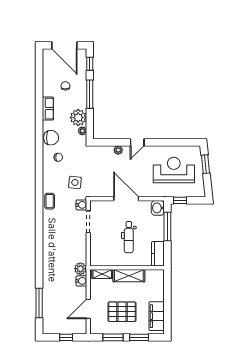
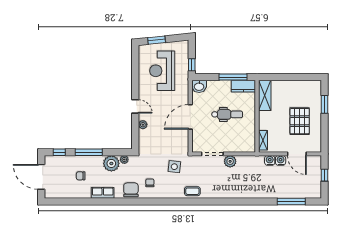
door: (64, 45) -> (41, 177), swing flipped
water cooler: (81, 205) -> (281, 160), moved
window: (167, 226) -> (233, 77), moved
plant: (80, 269) -> (230, 161), moved
shelving: (129, 276) -> (265, 95), moved
filing cabinet: (157, 316) -> (304, 87), removed
window: (113, 337) -> (324, 130), removed

